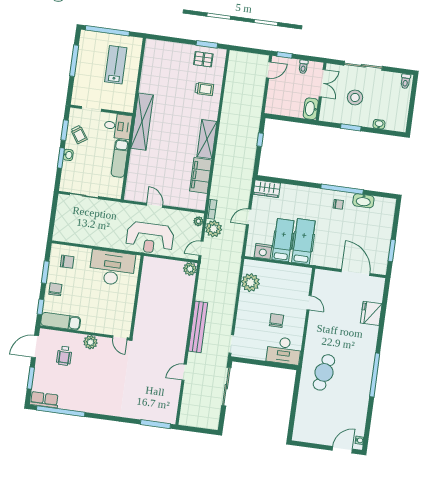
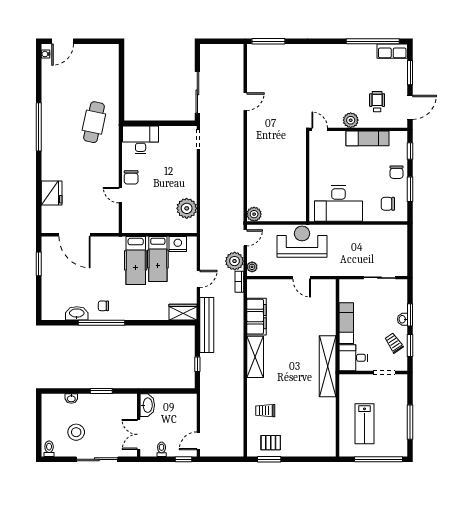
stool: (355, 97) -> (76, 432), moved
chair: (276, 320) -> (131, 177), moved
exam couch: (61, 321) -> (367, 138), moved
bench: (198, 327) -> (207, 325), moved

